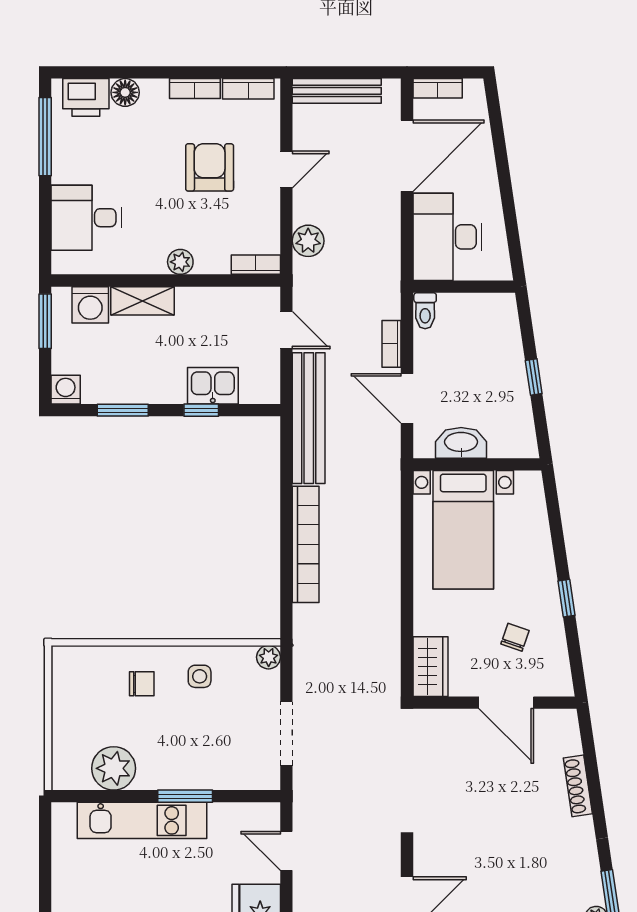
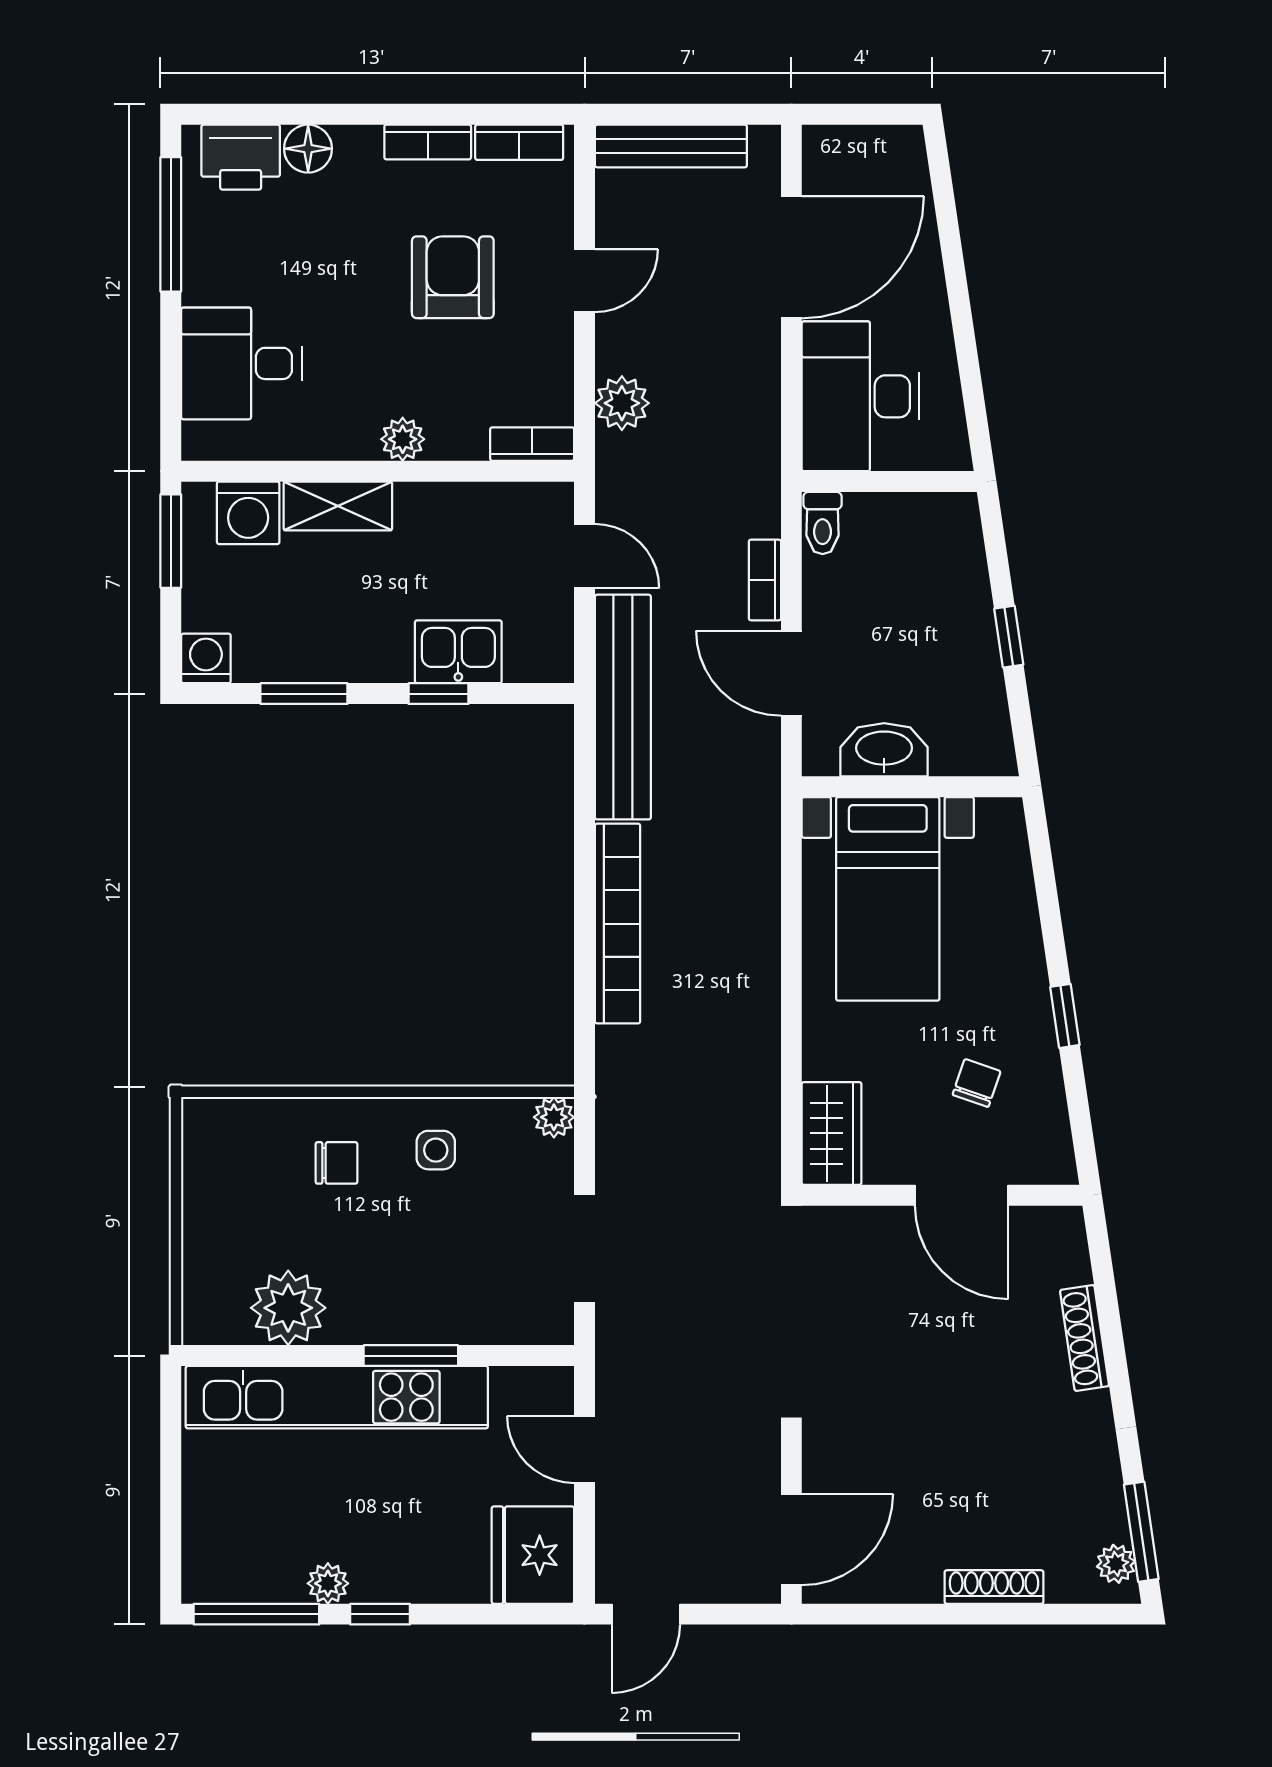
bookcase: (438, 88) -> (844, 142), removed
kitchen unit: (142, 820) -> (337, 1397), width x1.36

